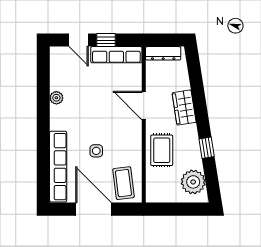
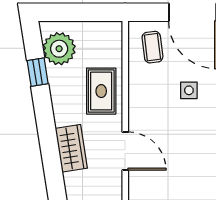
window: (207, 148) -> (38, 72), moved
coffee table: (123, 183) -> (152, 47), width x0.73, depth x0.77

